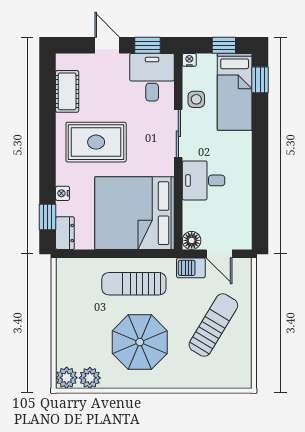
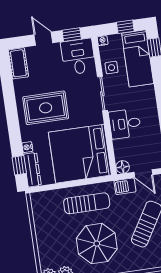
cot: (67, 91) -> (18, 63), moved
dresser: (65, 233) -> (32, 170), width x1.44
sun lounger: (134, 284) -> (87, 203), turned 180

